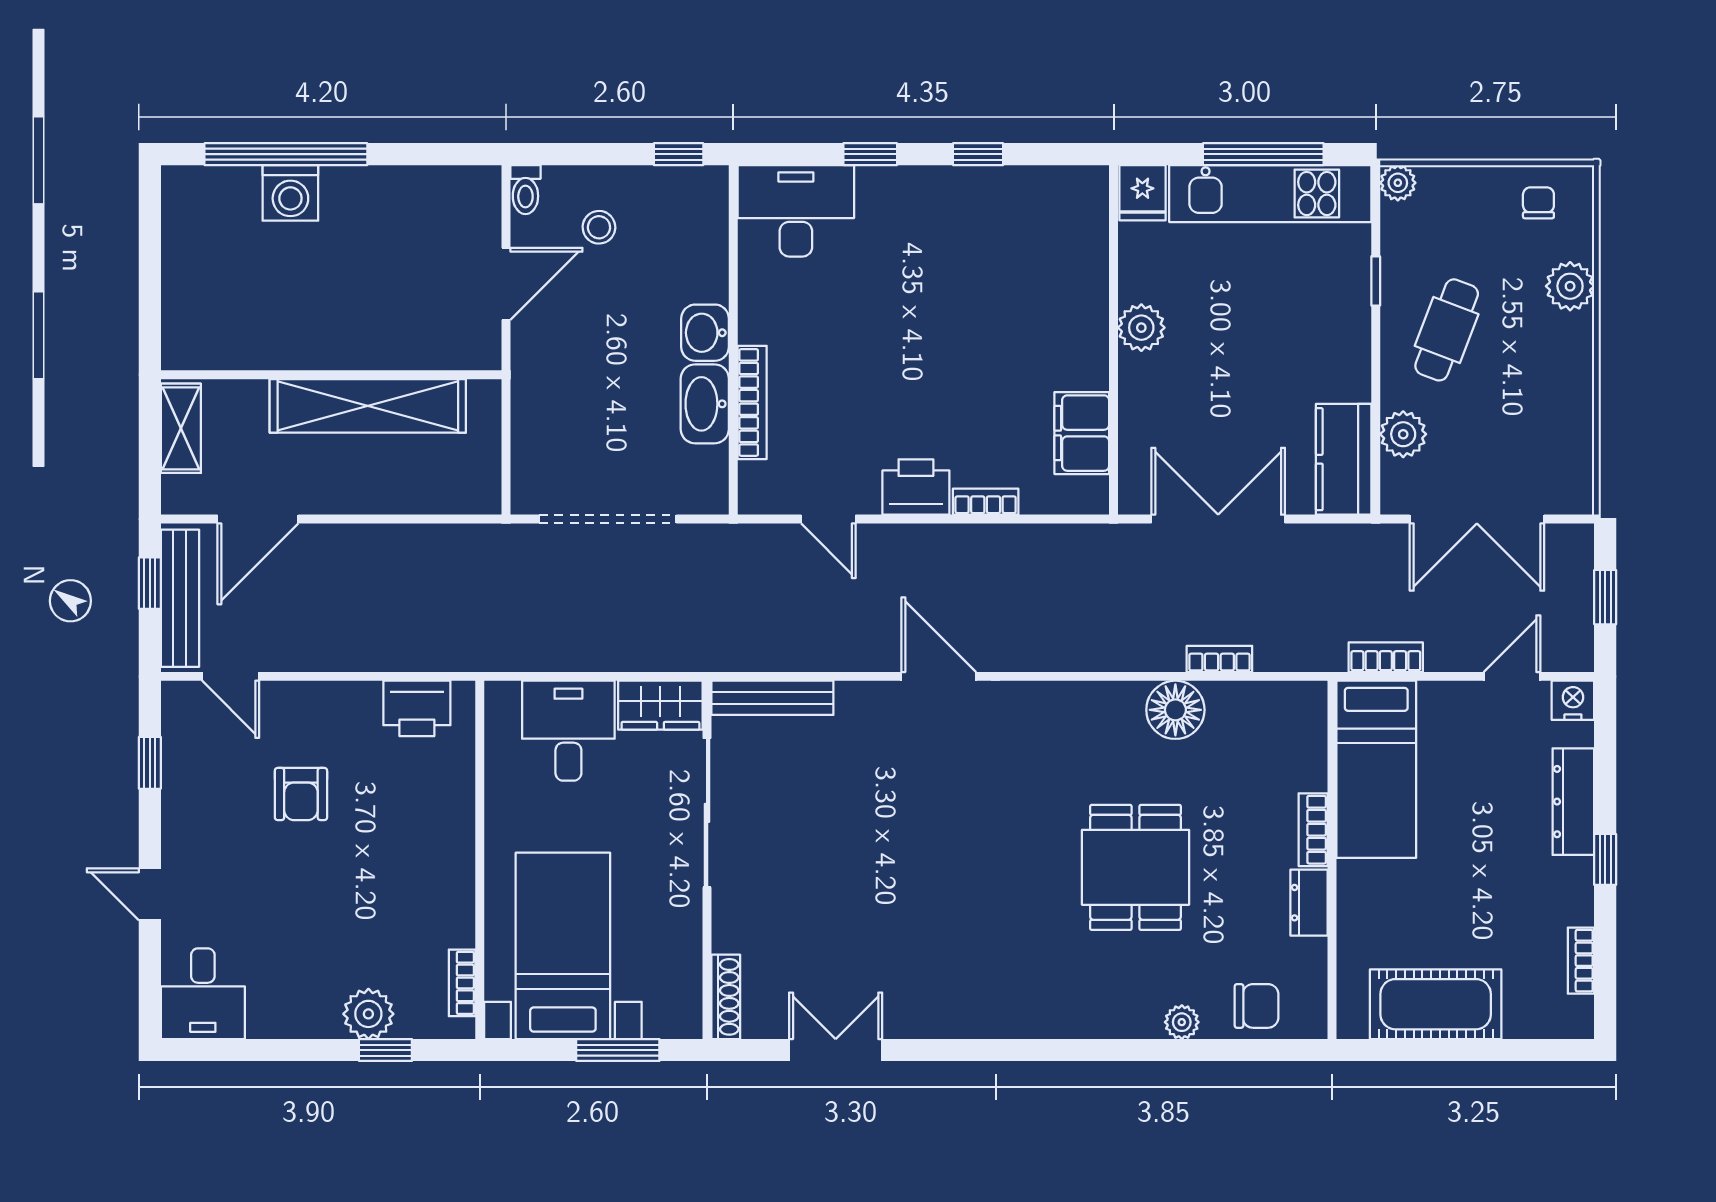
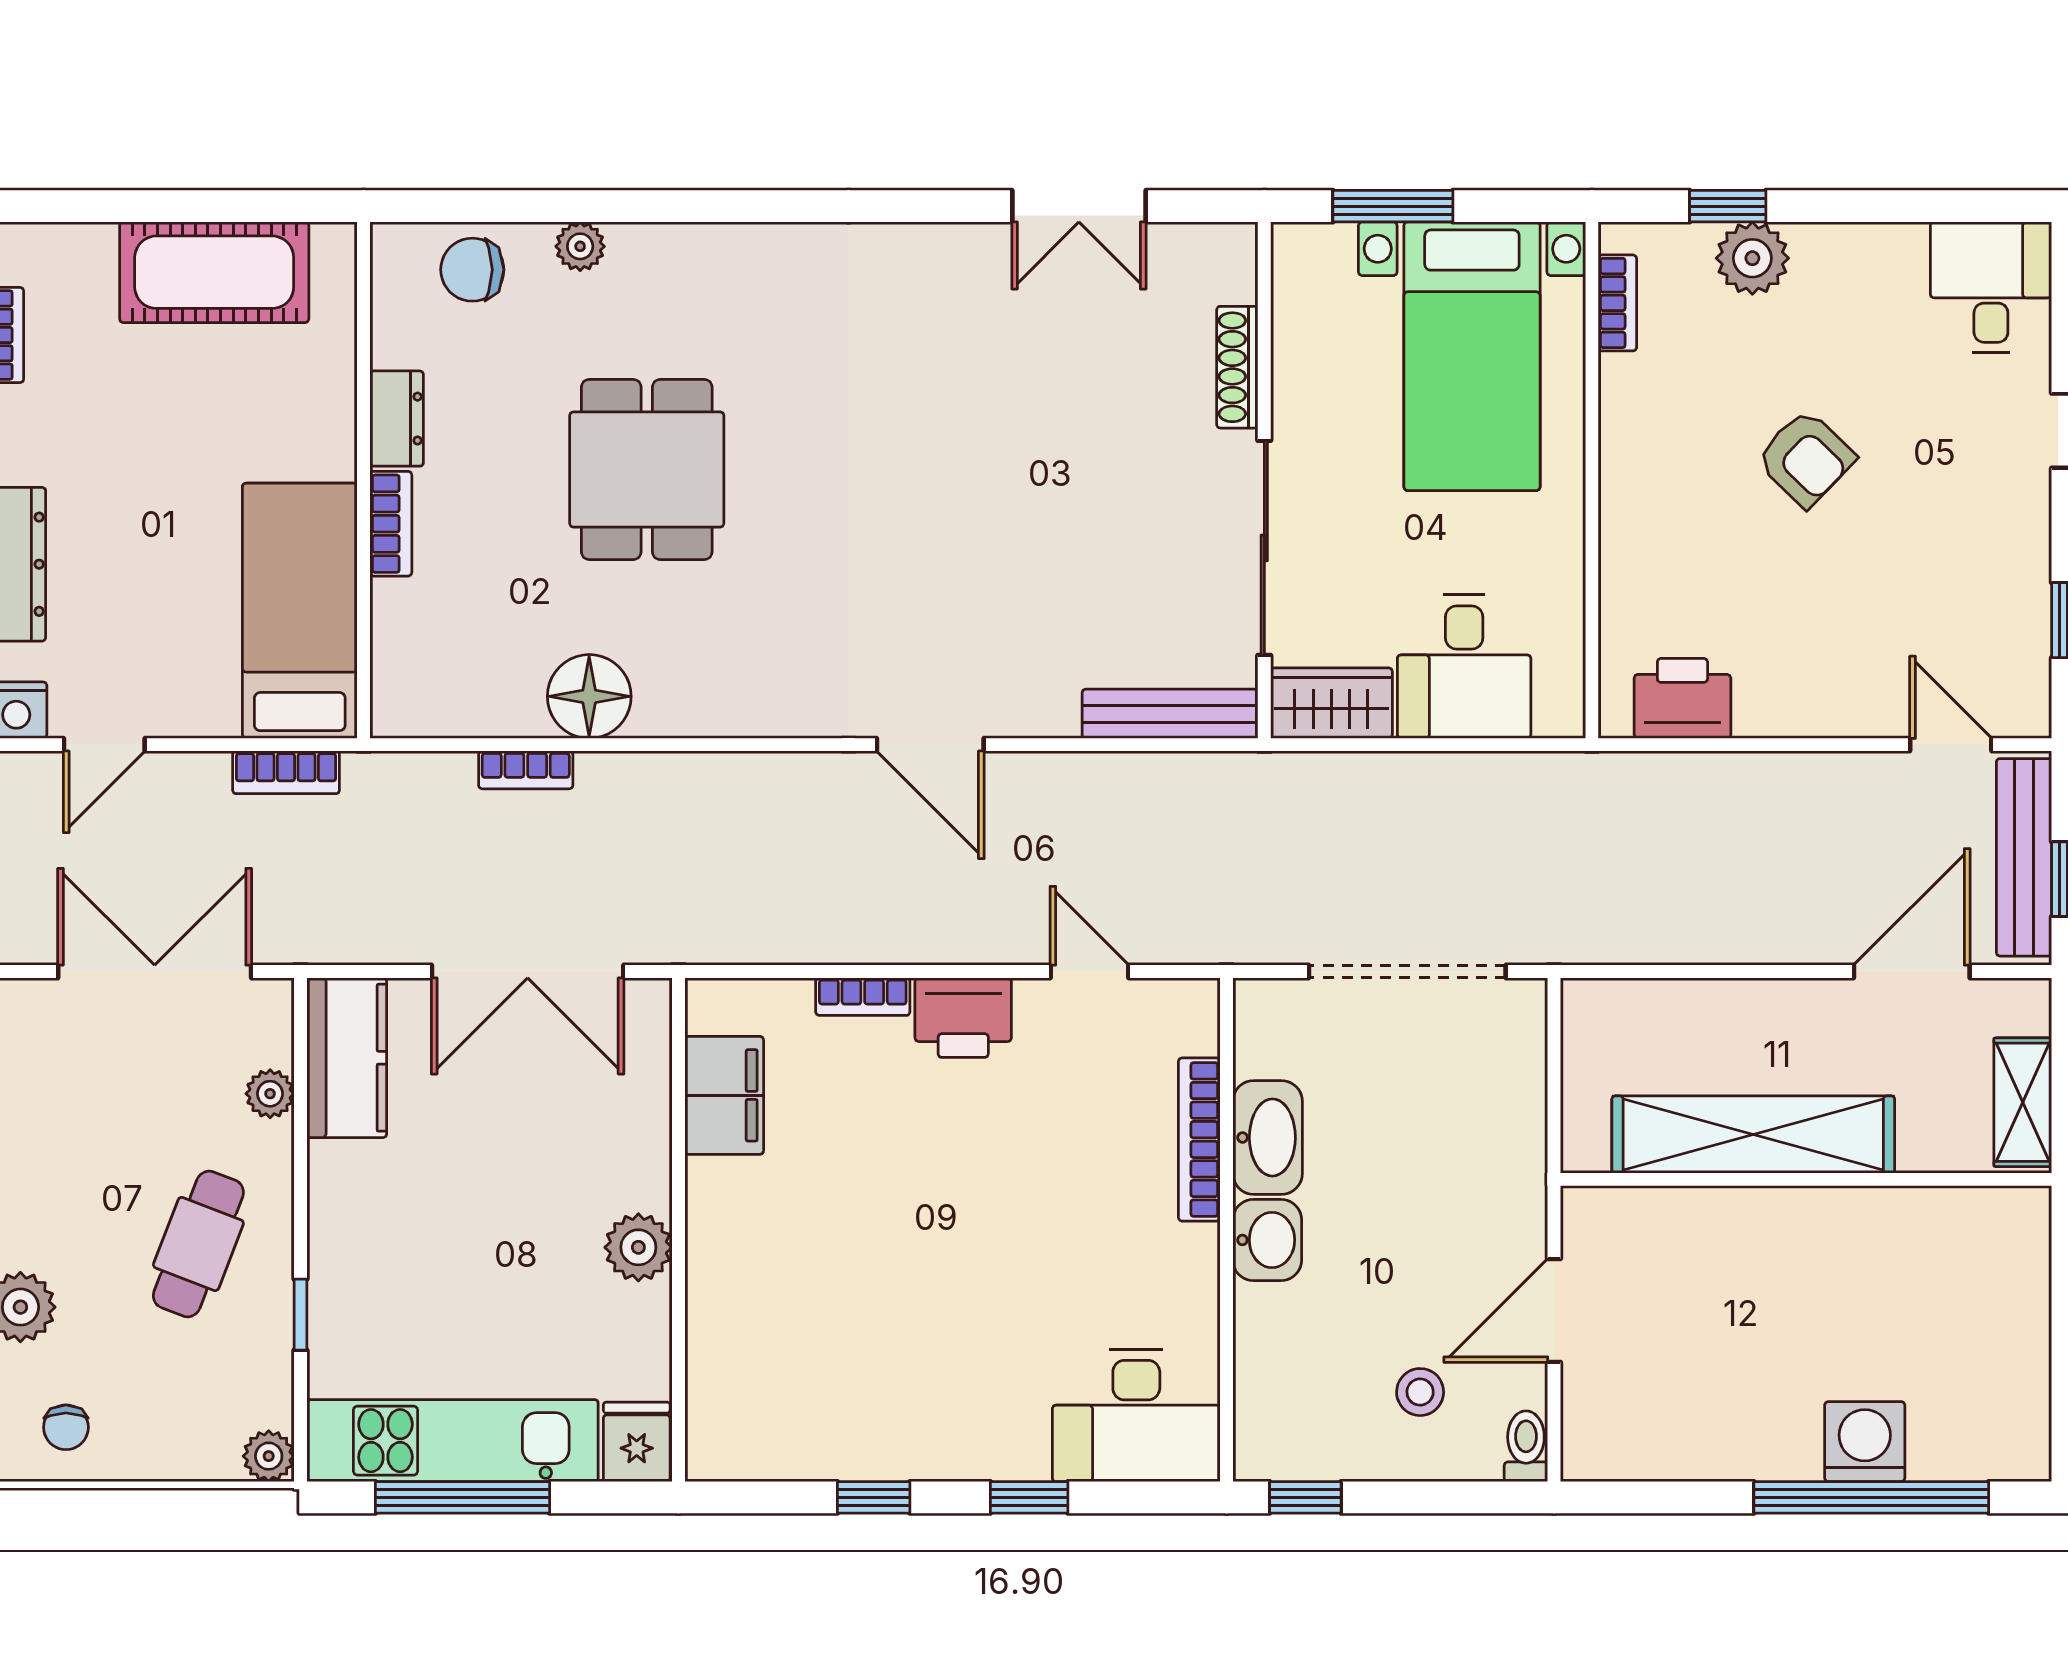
plant: (1403, 434) -> (270, 1094), width x0.73, depth x0.73
armchair: (301, 794) -> (1806, 458), moved, turned 134
shoe rack: (726, 997) -> (1237, 367), moved

